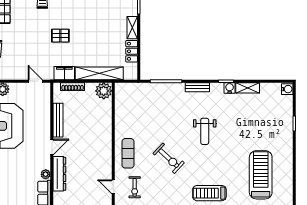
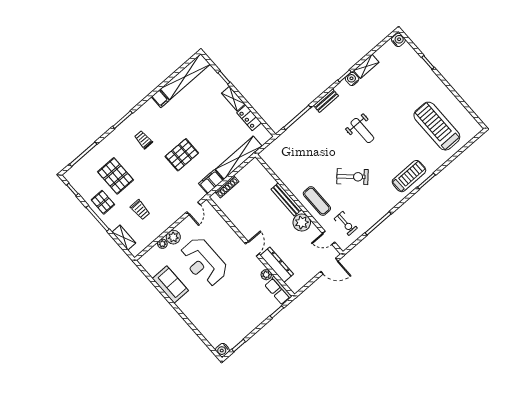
pallet: (60, 36) -> (182, 155), width x1.50, depth x1.42
door: (35, 81) -> (194, 208), swing flipped
plant: (104, 91) -> (302, 222), moved
bench: (58, 120) -> (286, 199), moved
treadmill: (209, 193) -> (409, 176), turned 180

